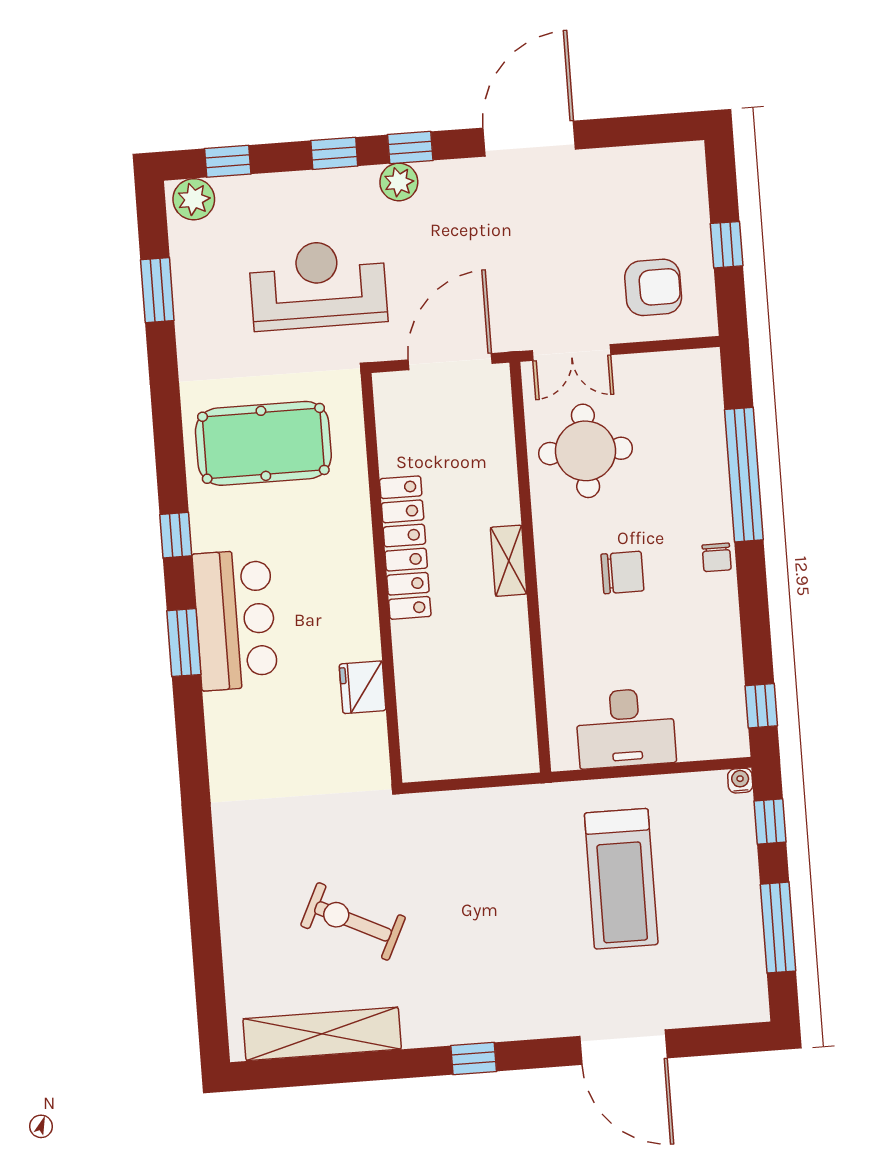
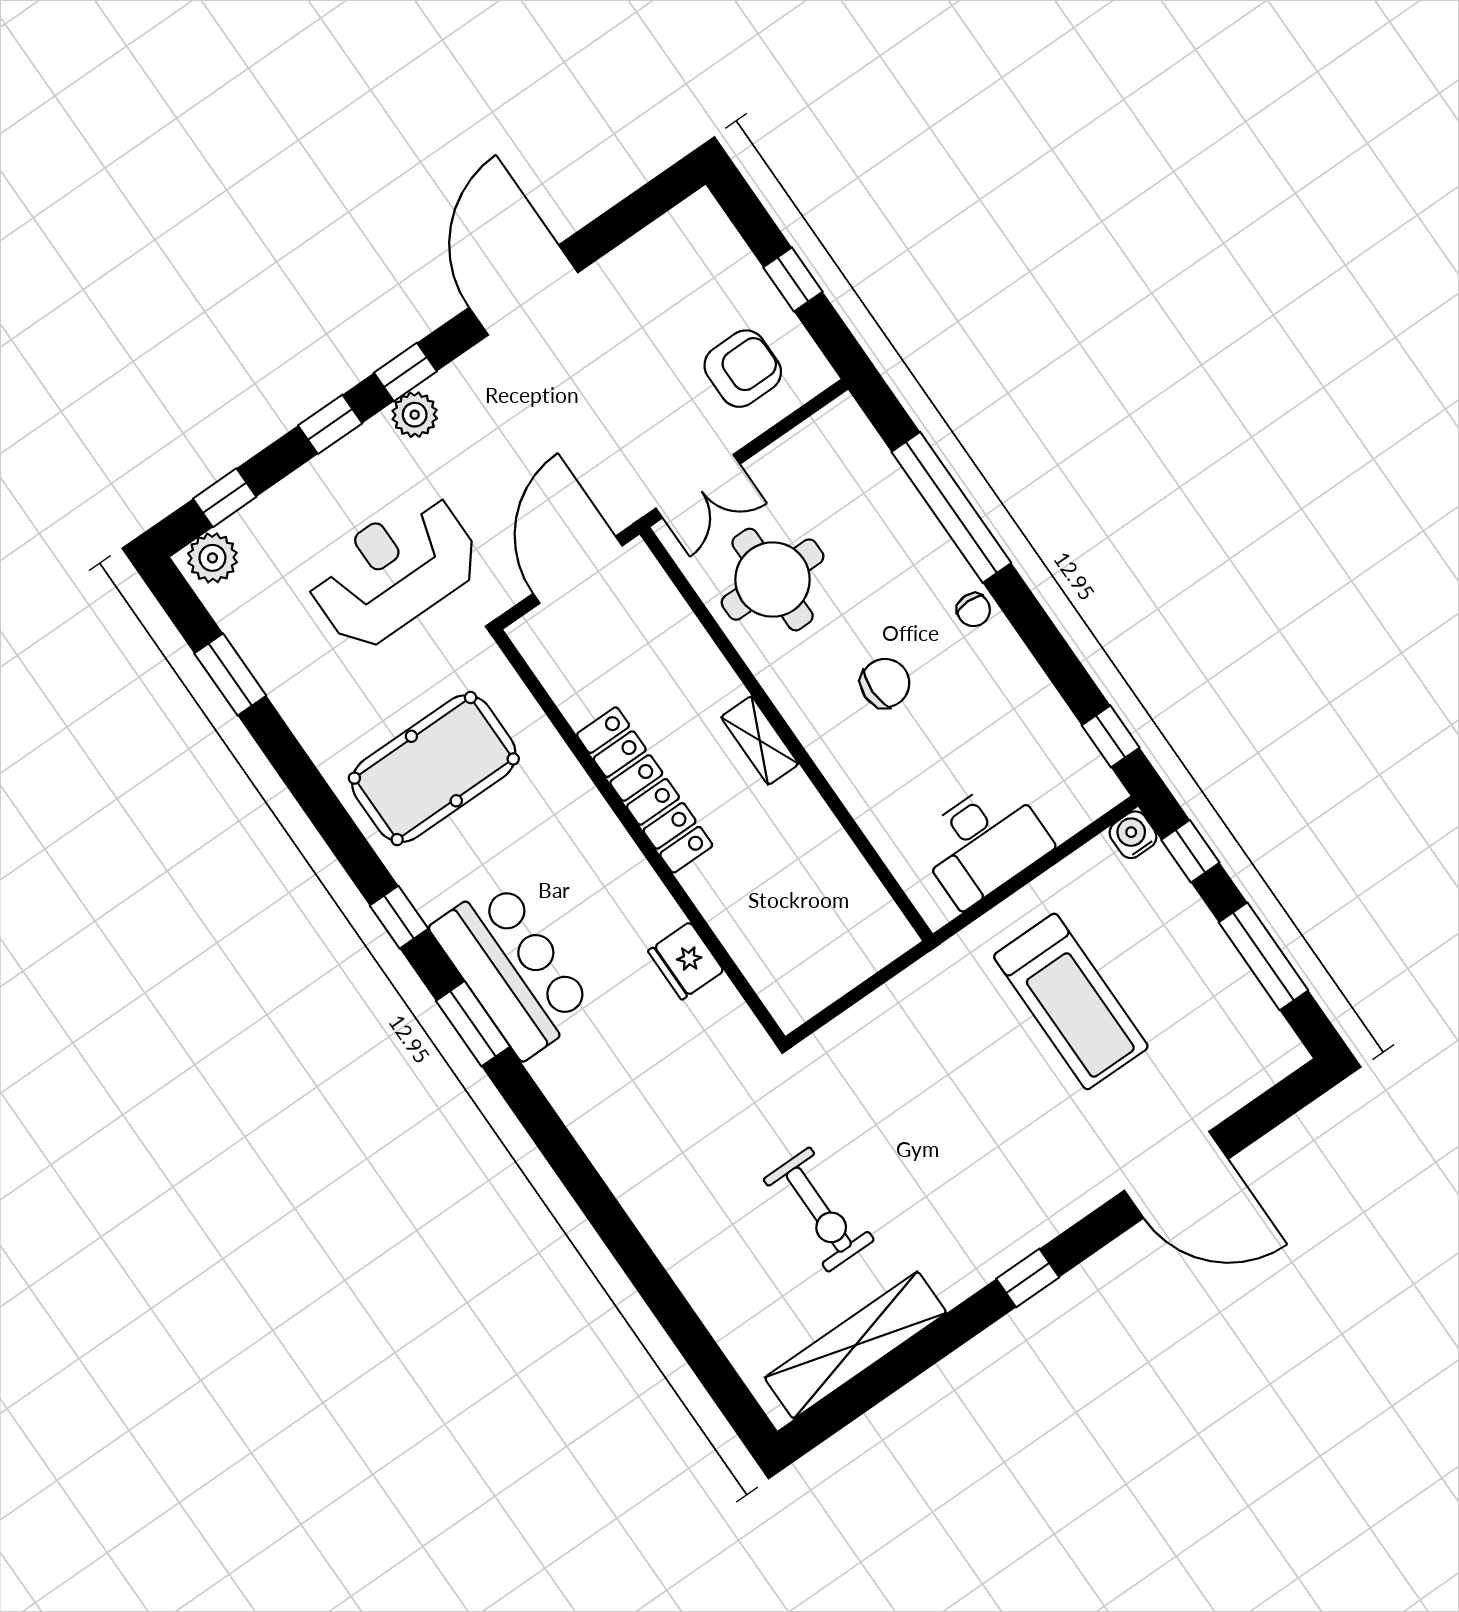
water cooler: (740, 781) -> (1133, 835), width x1.38, depth x1.38
exercise bike: (353, 921) -> (819, 1210), turned -116

